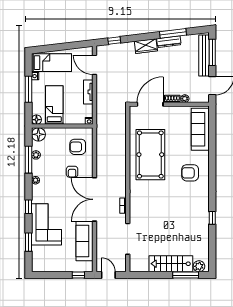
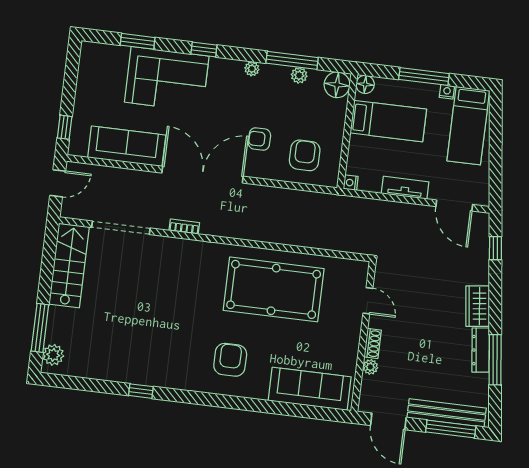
door: (94, 65) -> (454, 206), swing flipped
door: (150, 104) -> (368, 301), width x0.53
stairs: (171, 264) -> (69, 265), moved

